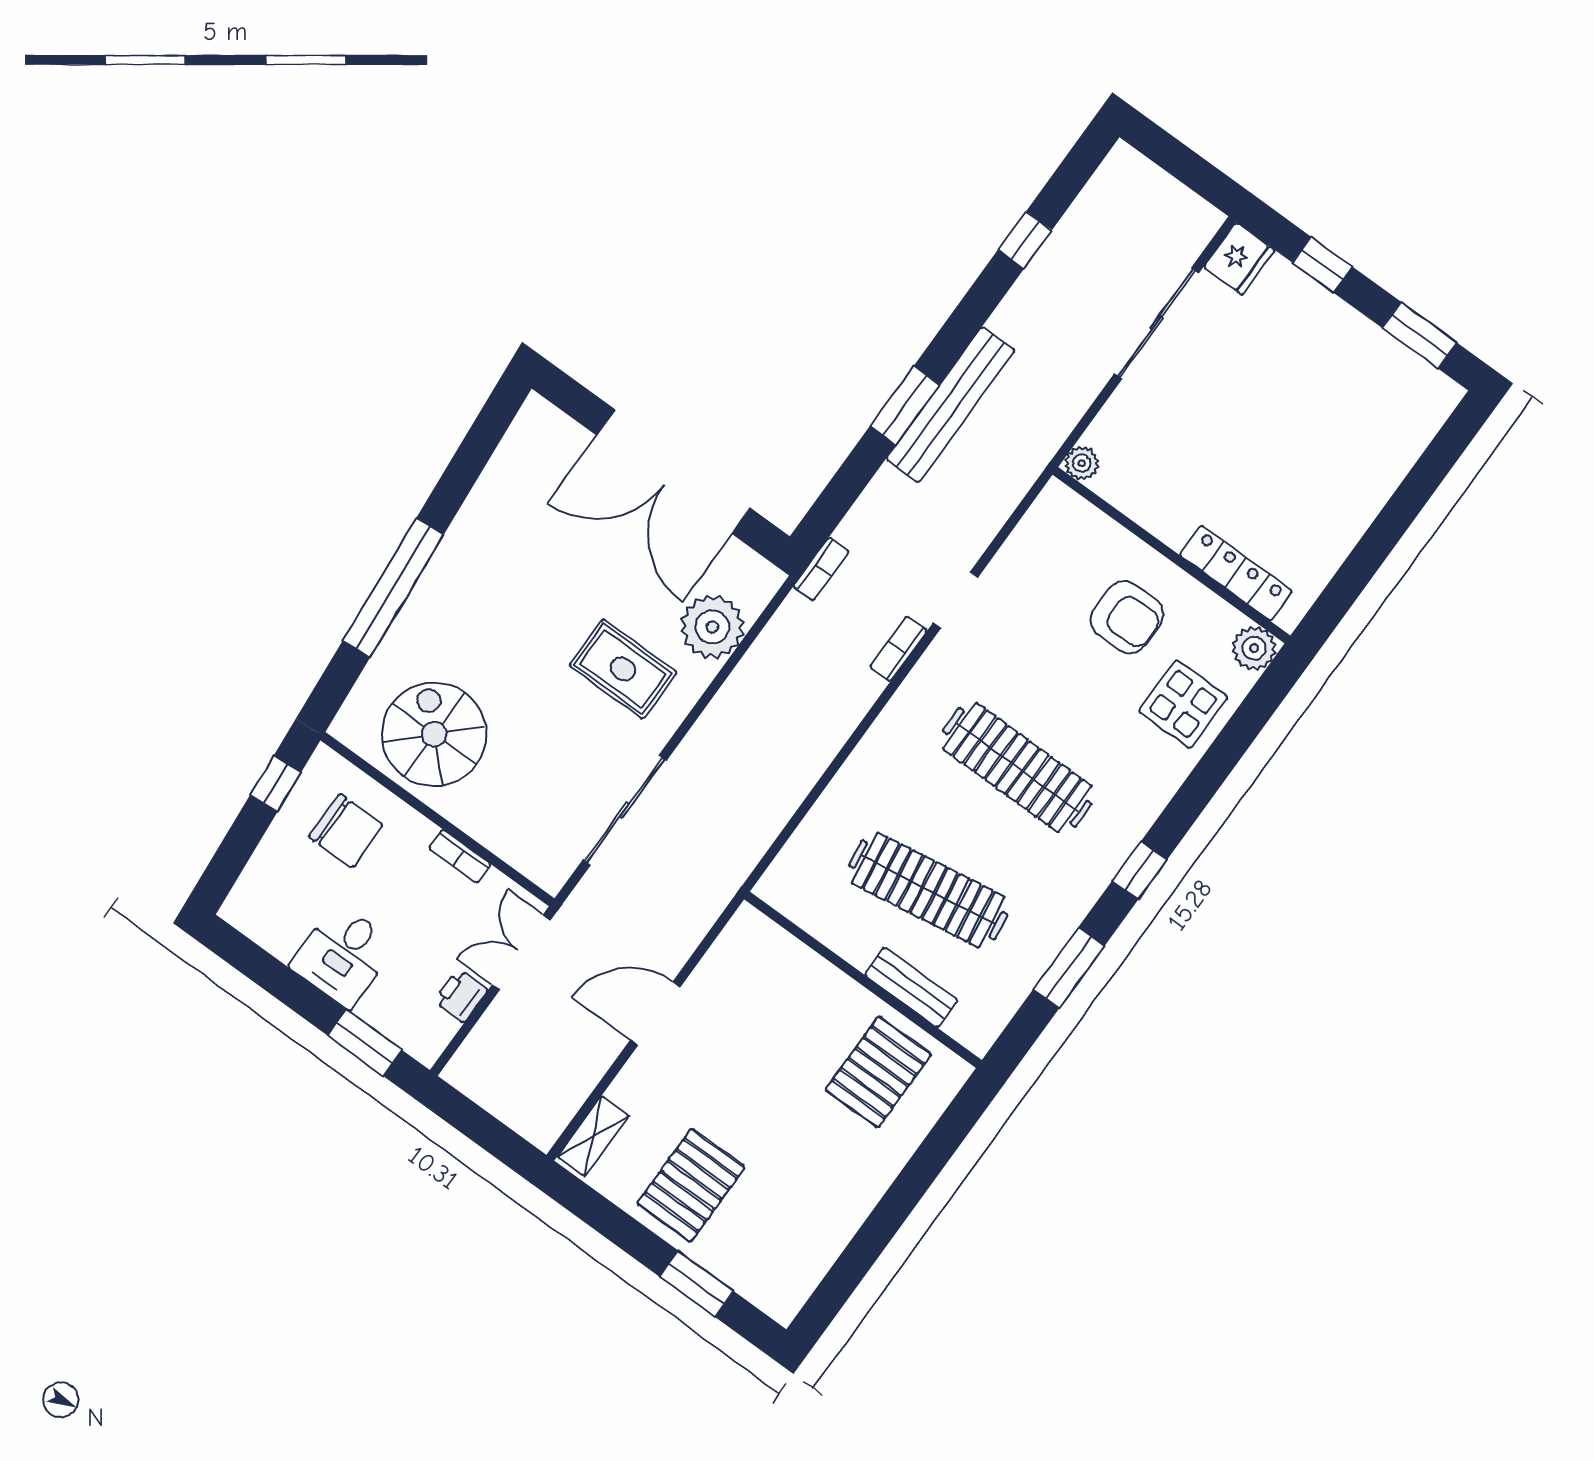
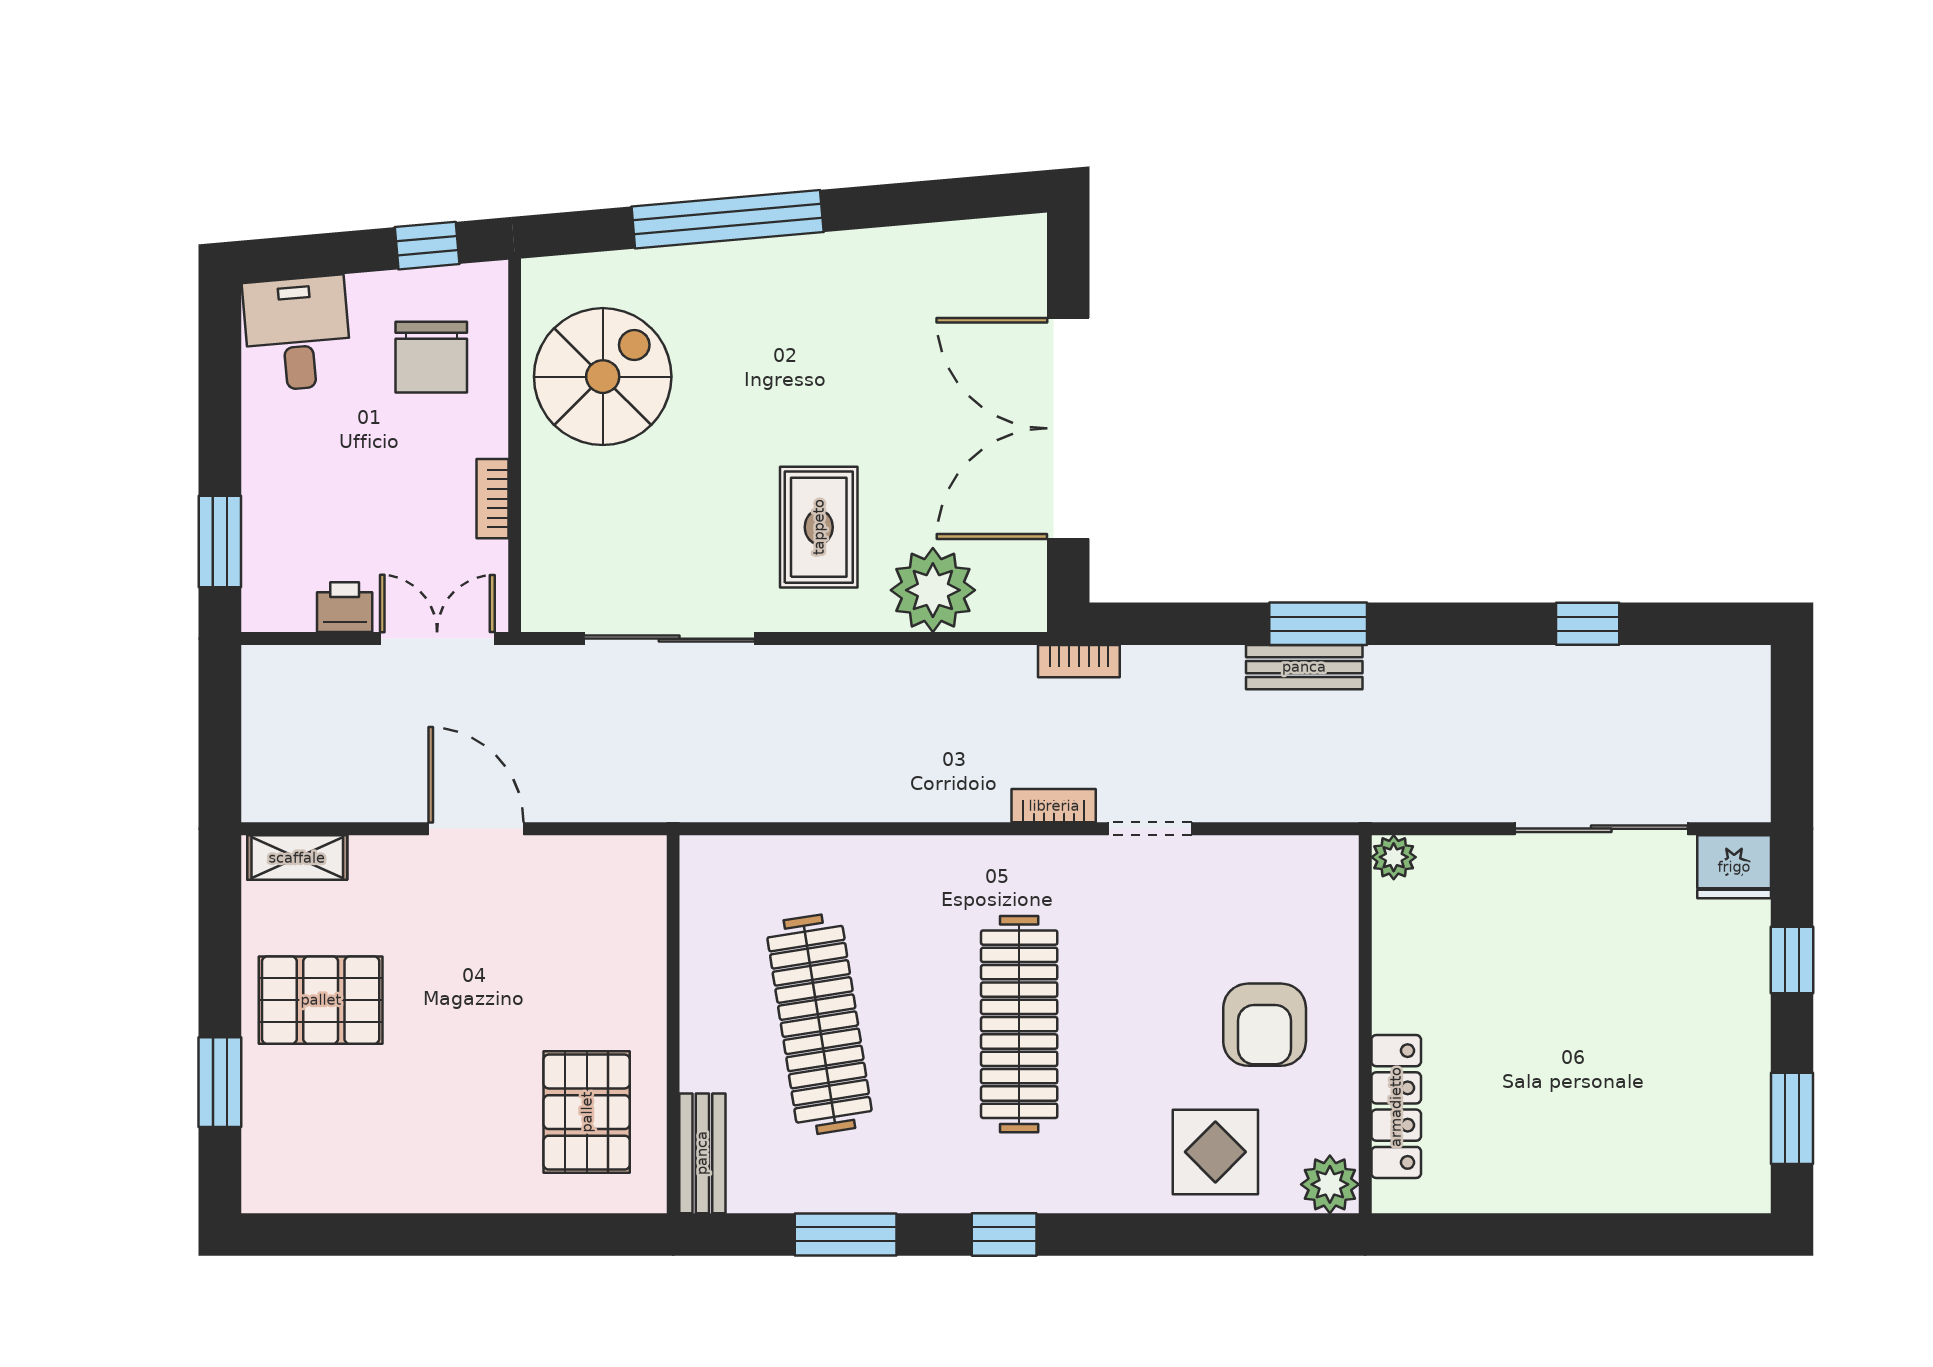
bench: (950, 405) -> (1304, 667), width x0.54, depth x0.82
desk: (343, 955) -> (297, 333), moved, turned 85
bench: (911, 987) -> (702, 1153), moved
pallet: (878, 1072) -> (587, 1112), turned 90

